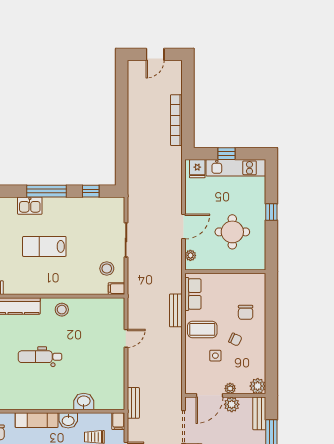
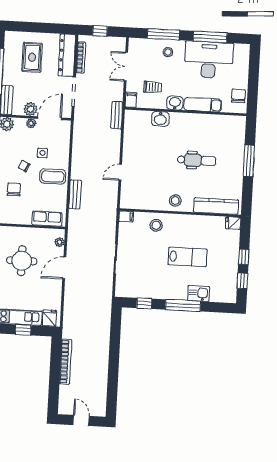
door: (155, 54) -> (81, 420), hinge flipped
stool: (107, 269) -> (156, 225), moved
row of seats: (193, 294) -> (47, 219), moved, turned 90

